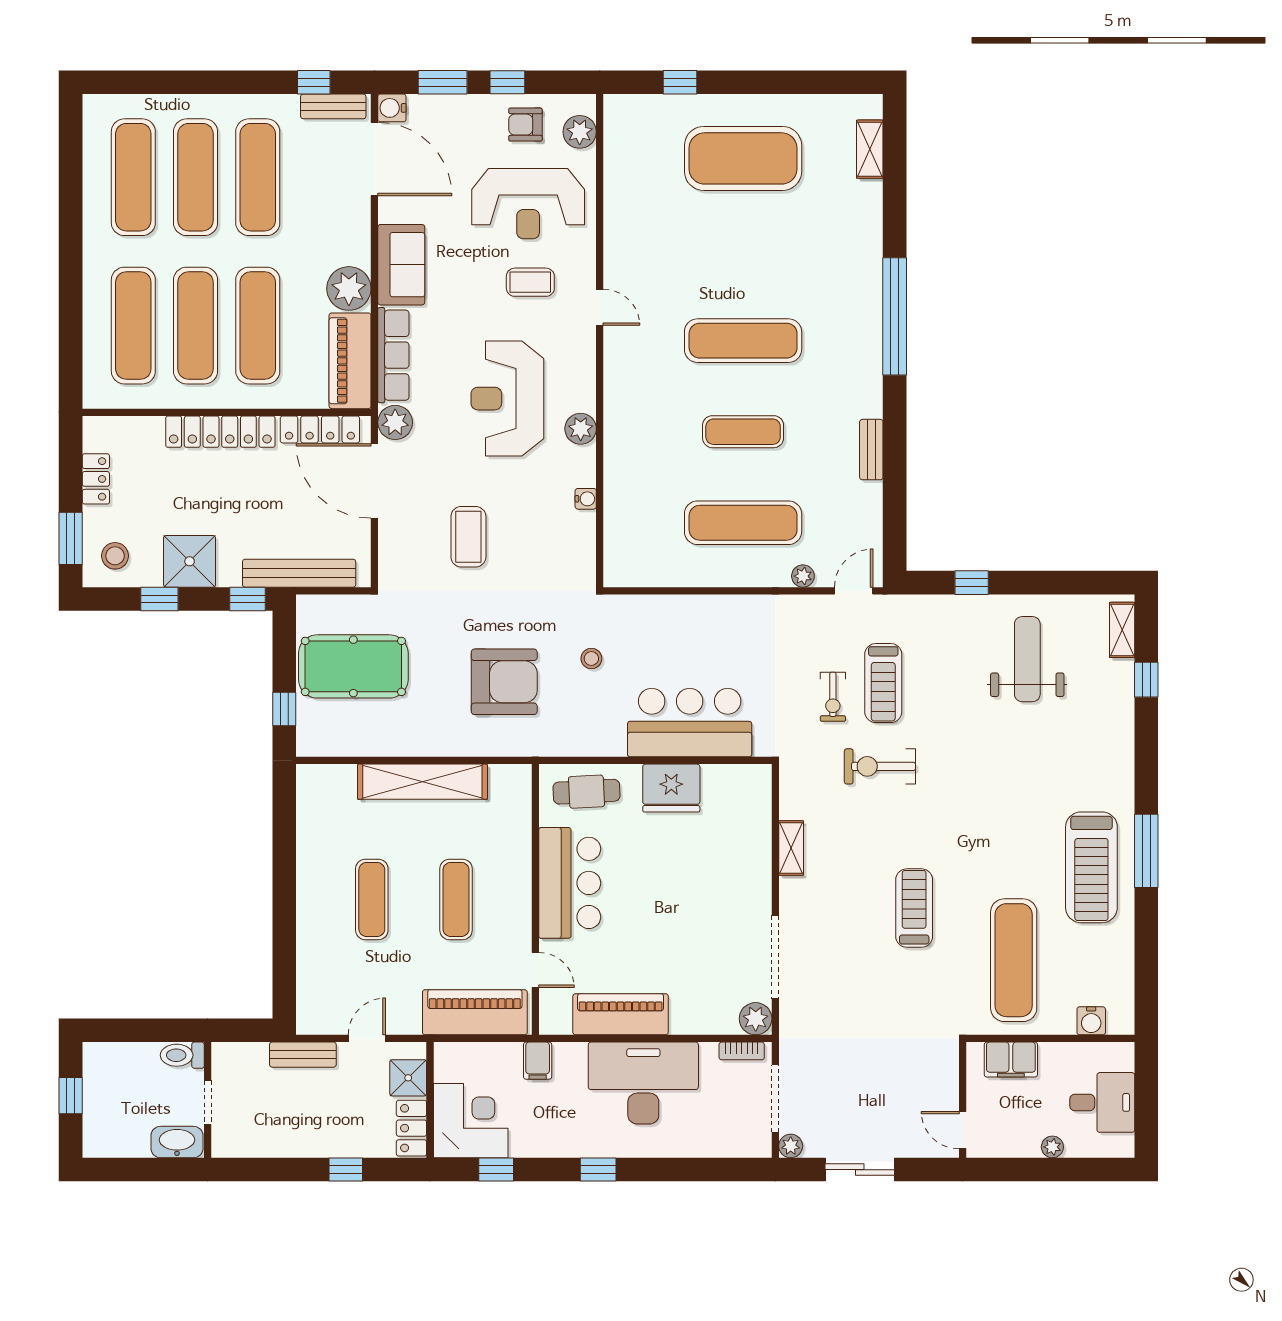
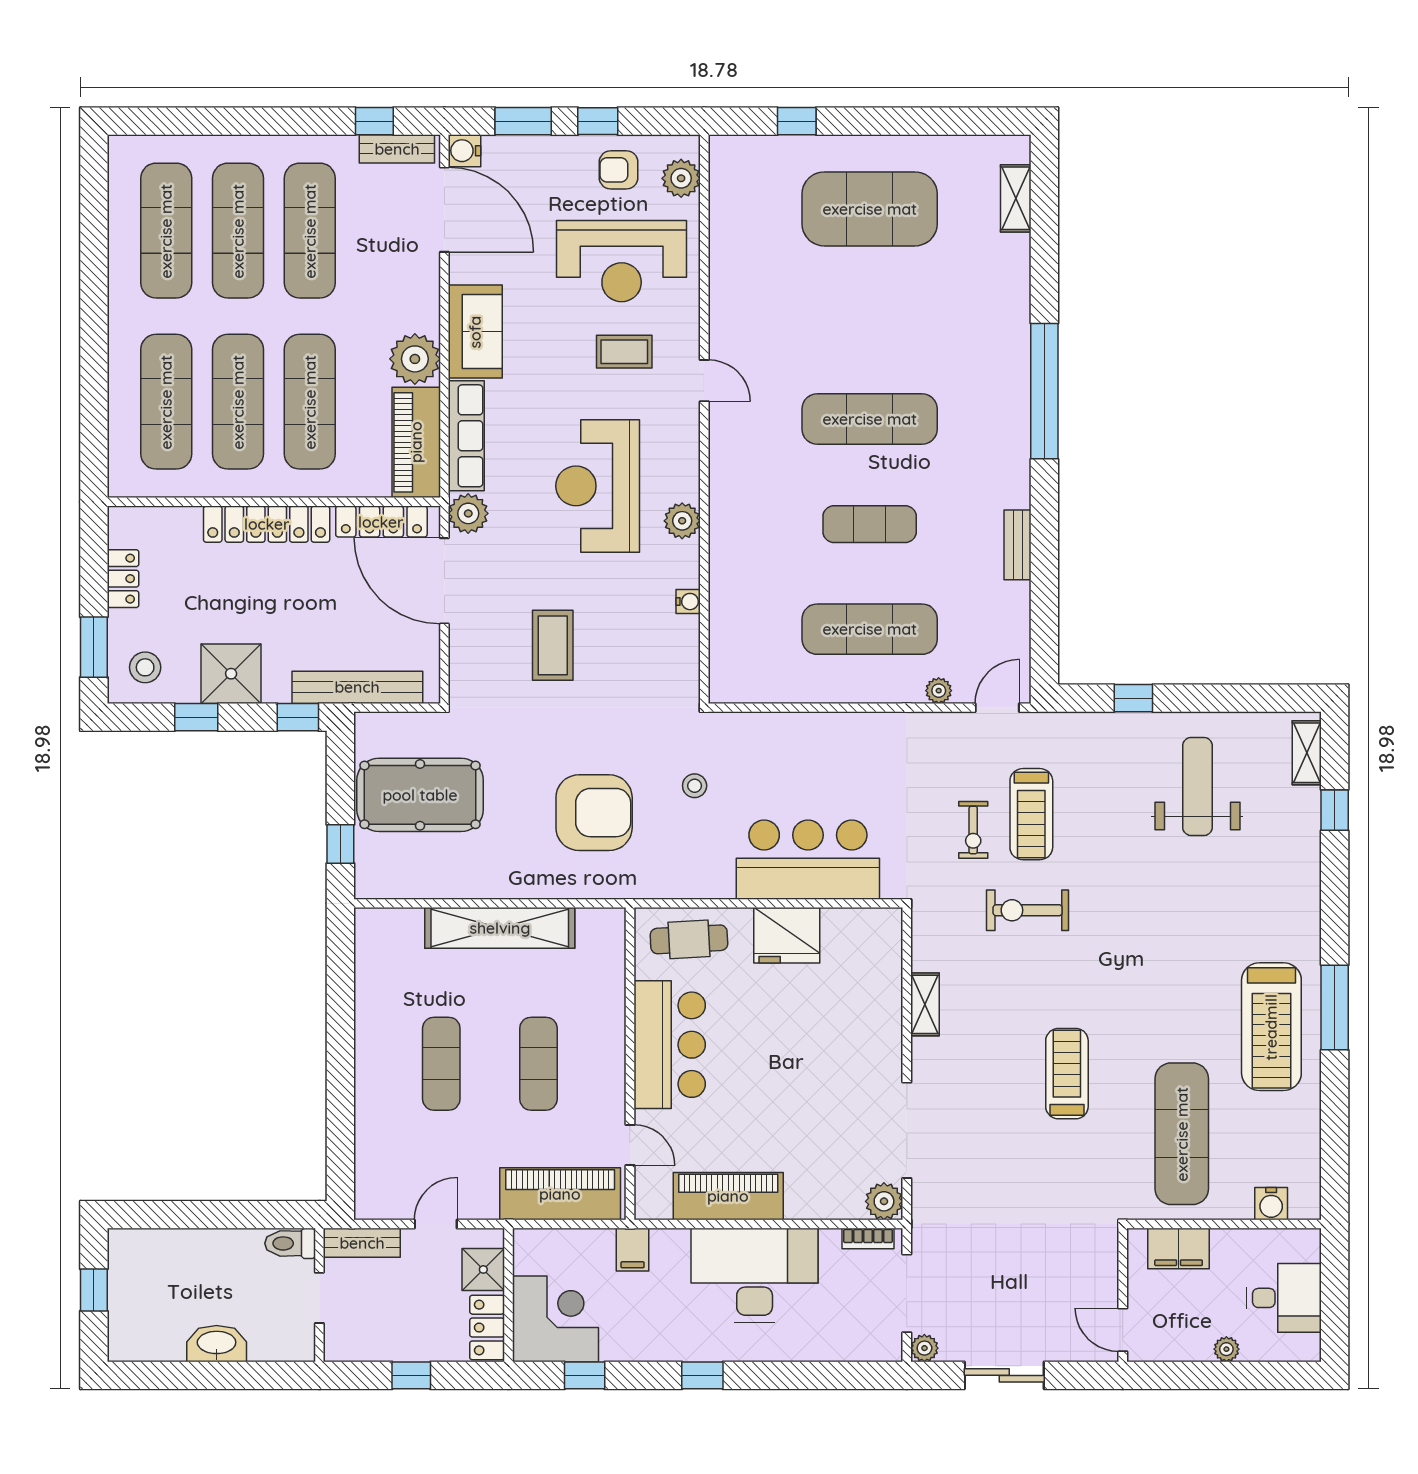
toilet: (182, 1055) -> (290, 1243), moved
wall: (208, 1100) -> (319, 1295), moved
doorway: (208, 1103) -> (319, 1298), moved

